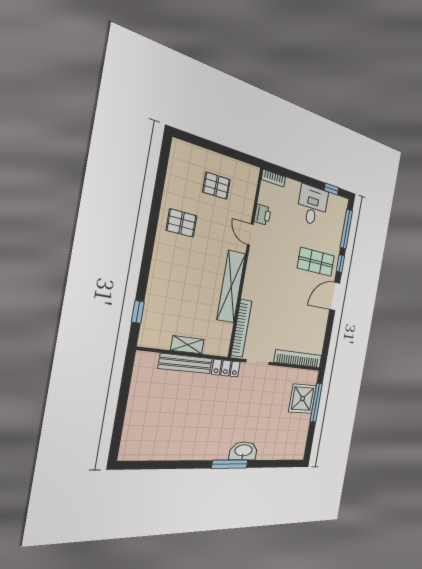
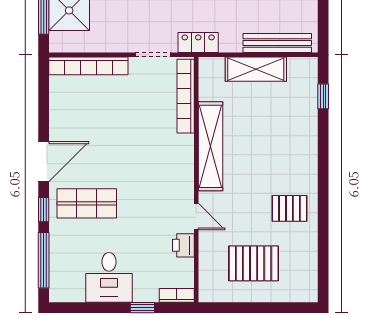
pallet: (217, 186) -> (254, 263), width x1.50, depth x1.42
window: (331, 189) -> (142, 308), moved
shelving: (187, 345) -> (256, 69), width x1.50, depth x1.33
bench: (186, 363) -> (277, 43), moved

